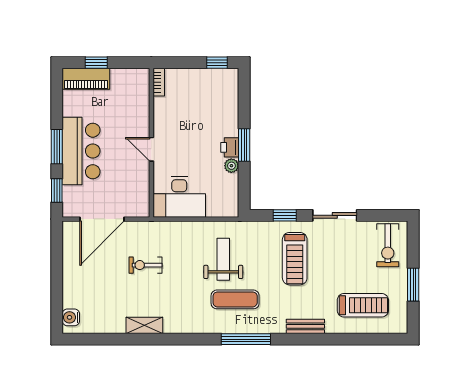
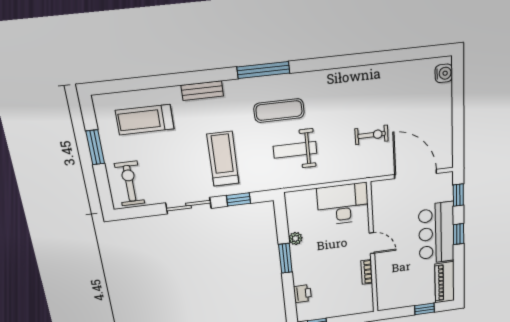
piano: (86, 79) -> (445, 282), moved, turned -90
bookcase: (159, 82) -> (367, 272), moved
window: (57, 147) -> (459, 234), width x0.67
printer: (230, 147) -> (302, 294), moved
door: (102, 219) -> (416, 174), hinge flipped
weight bench: (223, 259) -> (295, 150), turned 90
shelving: (144, 325) -> (370, 73), removed

